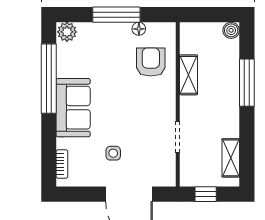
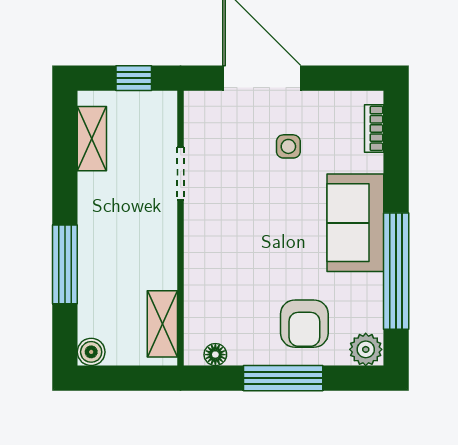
floor lamp: (139, 29) -> (215, 355), moved
armchair: (151, 62) -> (304, 324), moved
shelving: (189, 75) -> (162, 324), moved

